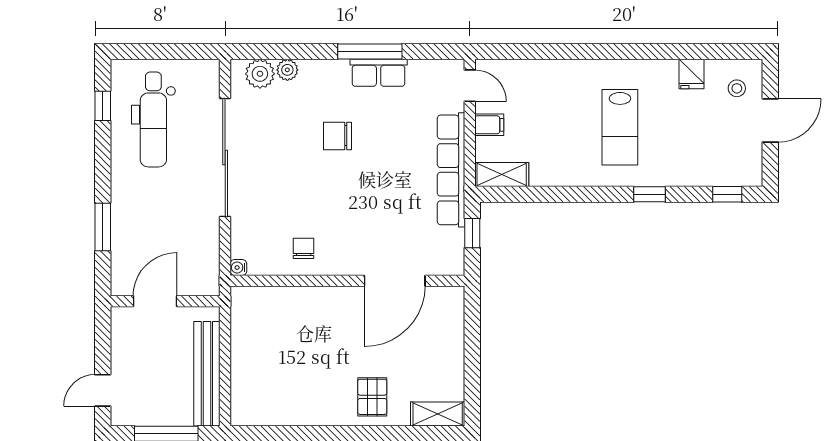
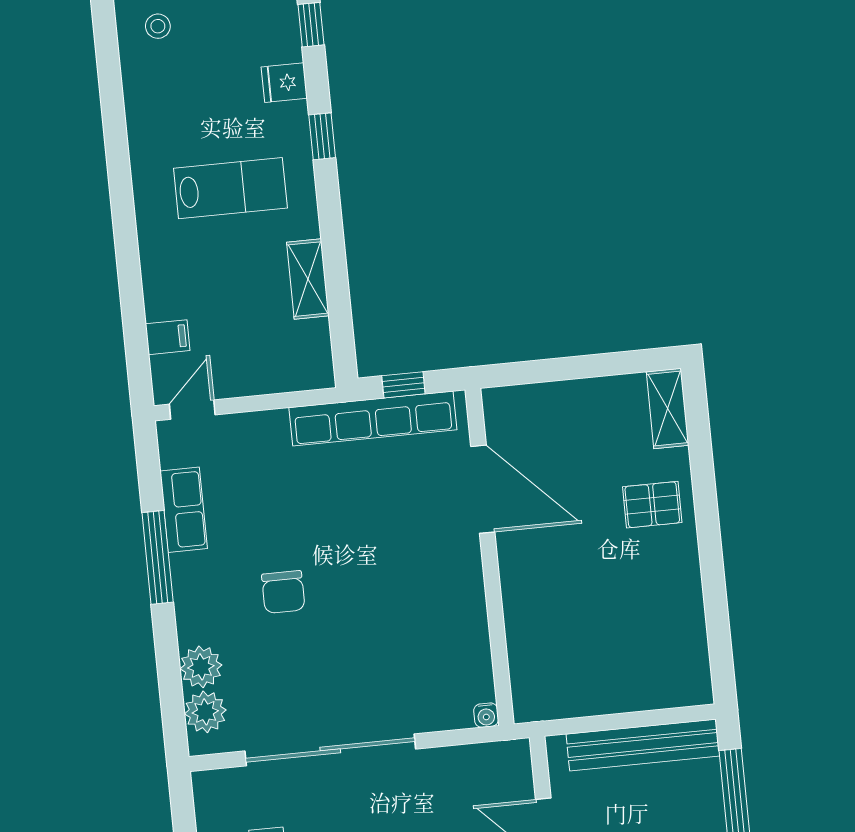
plant: (287, 70) -> (201, 667), width x1.38, depth x1.38
row of seats: (379, 73) -> (184, 510), moved
fridge: (691, 74) -> (284, 83), moved, turned 180
filing cabinet: (489, 125) -> (168, 337), moved, turned 90
row of seats: (451, 170) -> (373, 419), moved
shelving: (502, 174) -> (308, 279), moved
chair: (303, 248) -> (449, 625), removed

